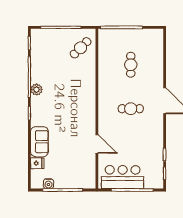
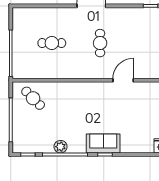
plant: (36, 90) -> (61, 147), moved
sofa: (39, 142) -> (103, 143), moved
door: (97, 144) -> (123, 80), moved

